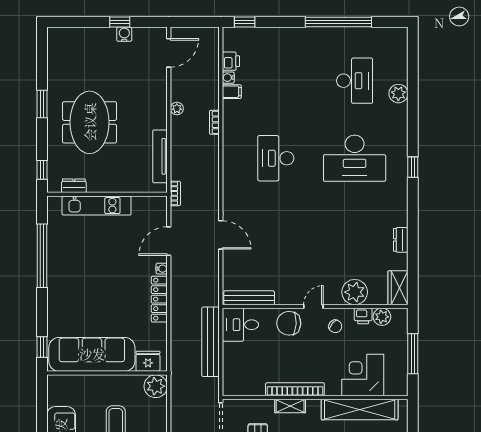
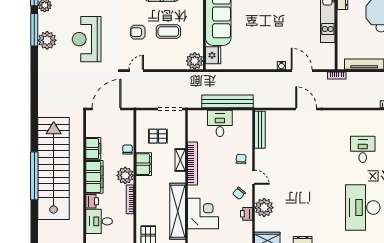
desk: (276, 158) -> (363, 149), width x0.73
door: (221, 235) -> (306, 109), swing flipped
locker: (159, 299) -> (259, 64), removed
plant: (382, 317) -> (246, 228), removed
chair: (289, 323) -> (241, 159), width x0.54, depth x0.54
desk: (240, 325) -> (220, 123), moved

